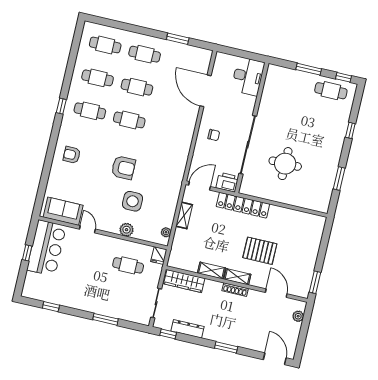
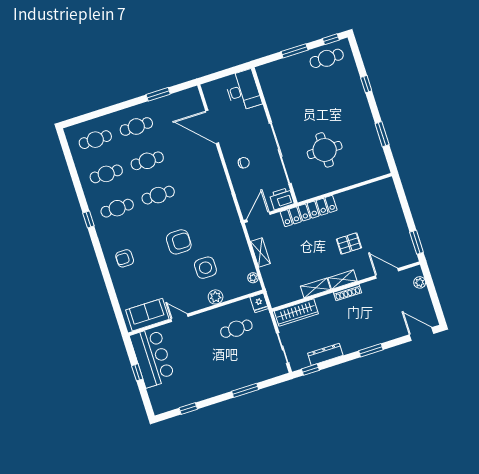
pallet: (260, 251) -> (349, 243), width x0.67, depth x0.71

